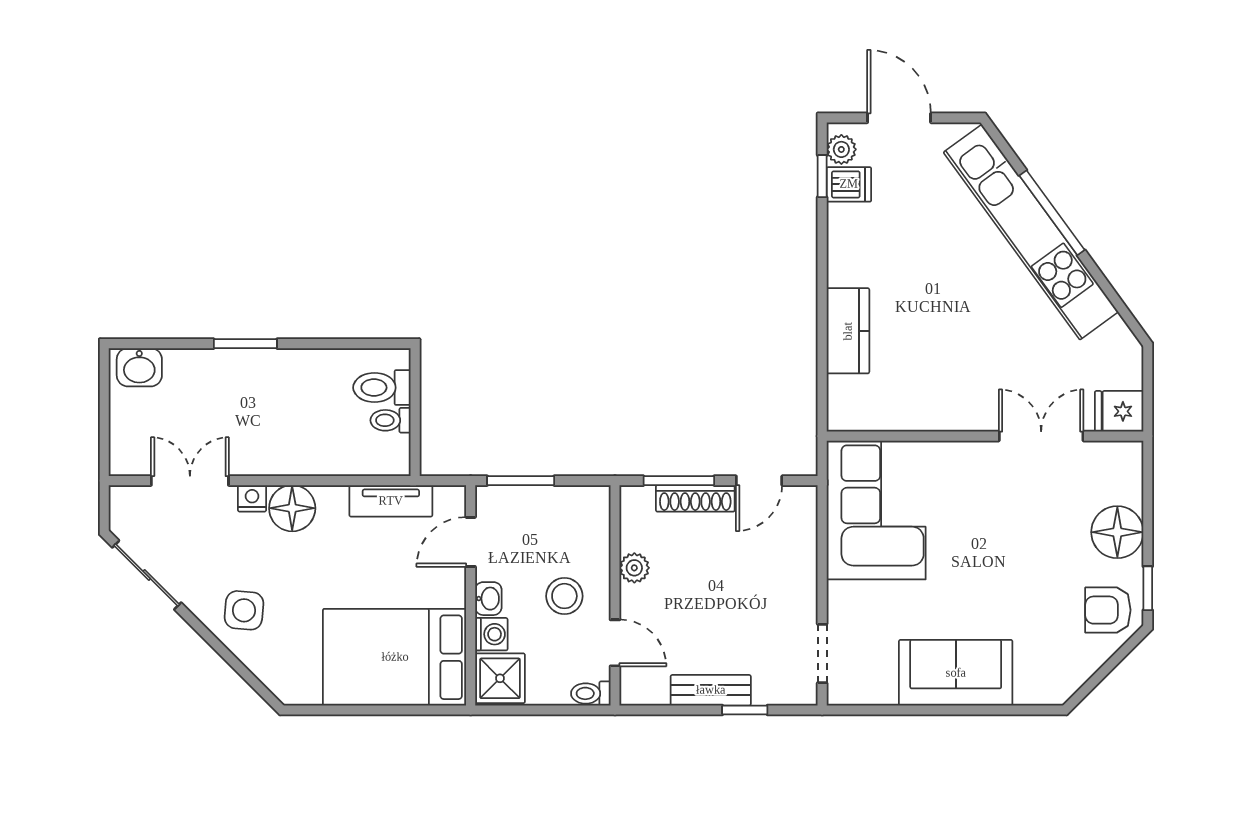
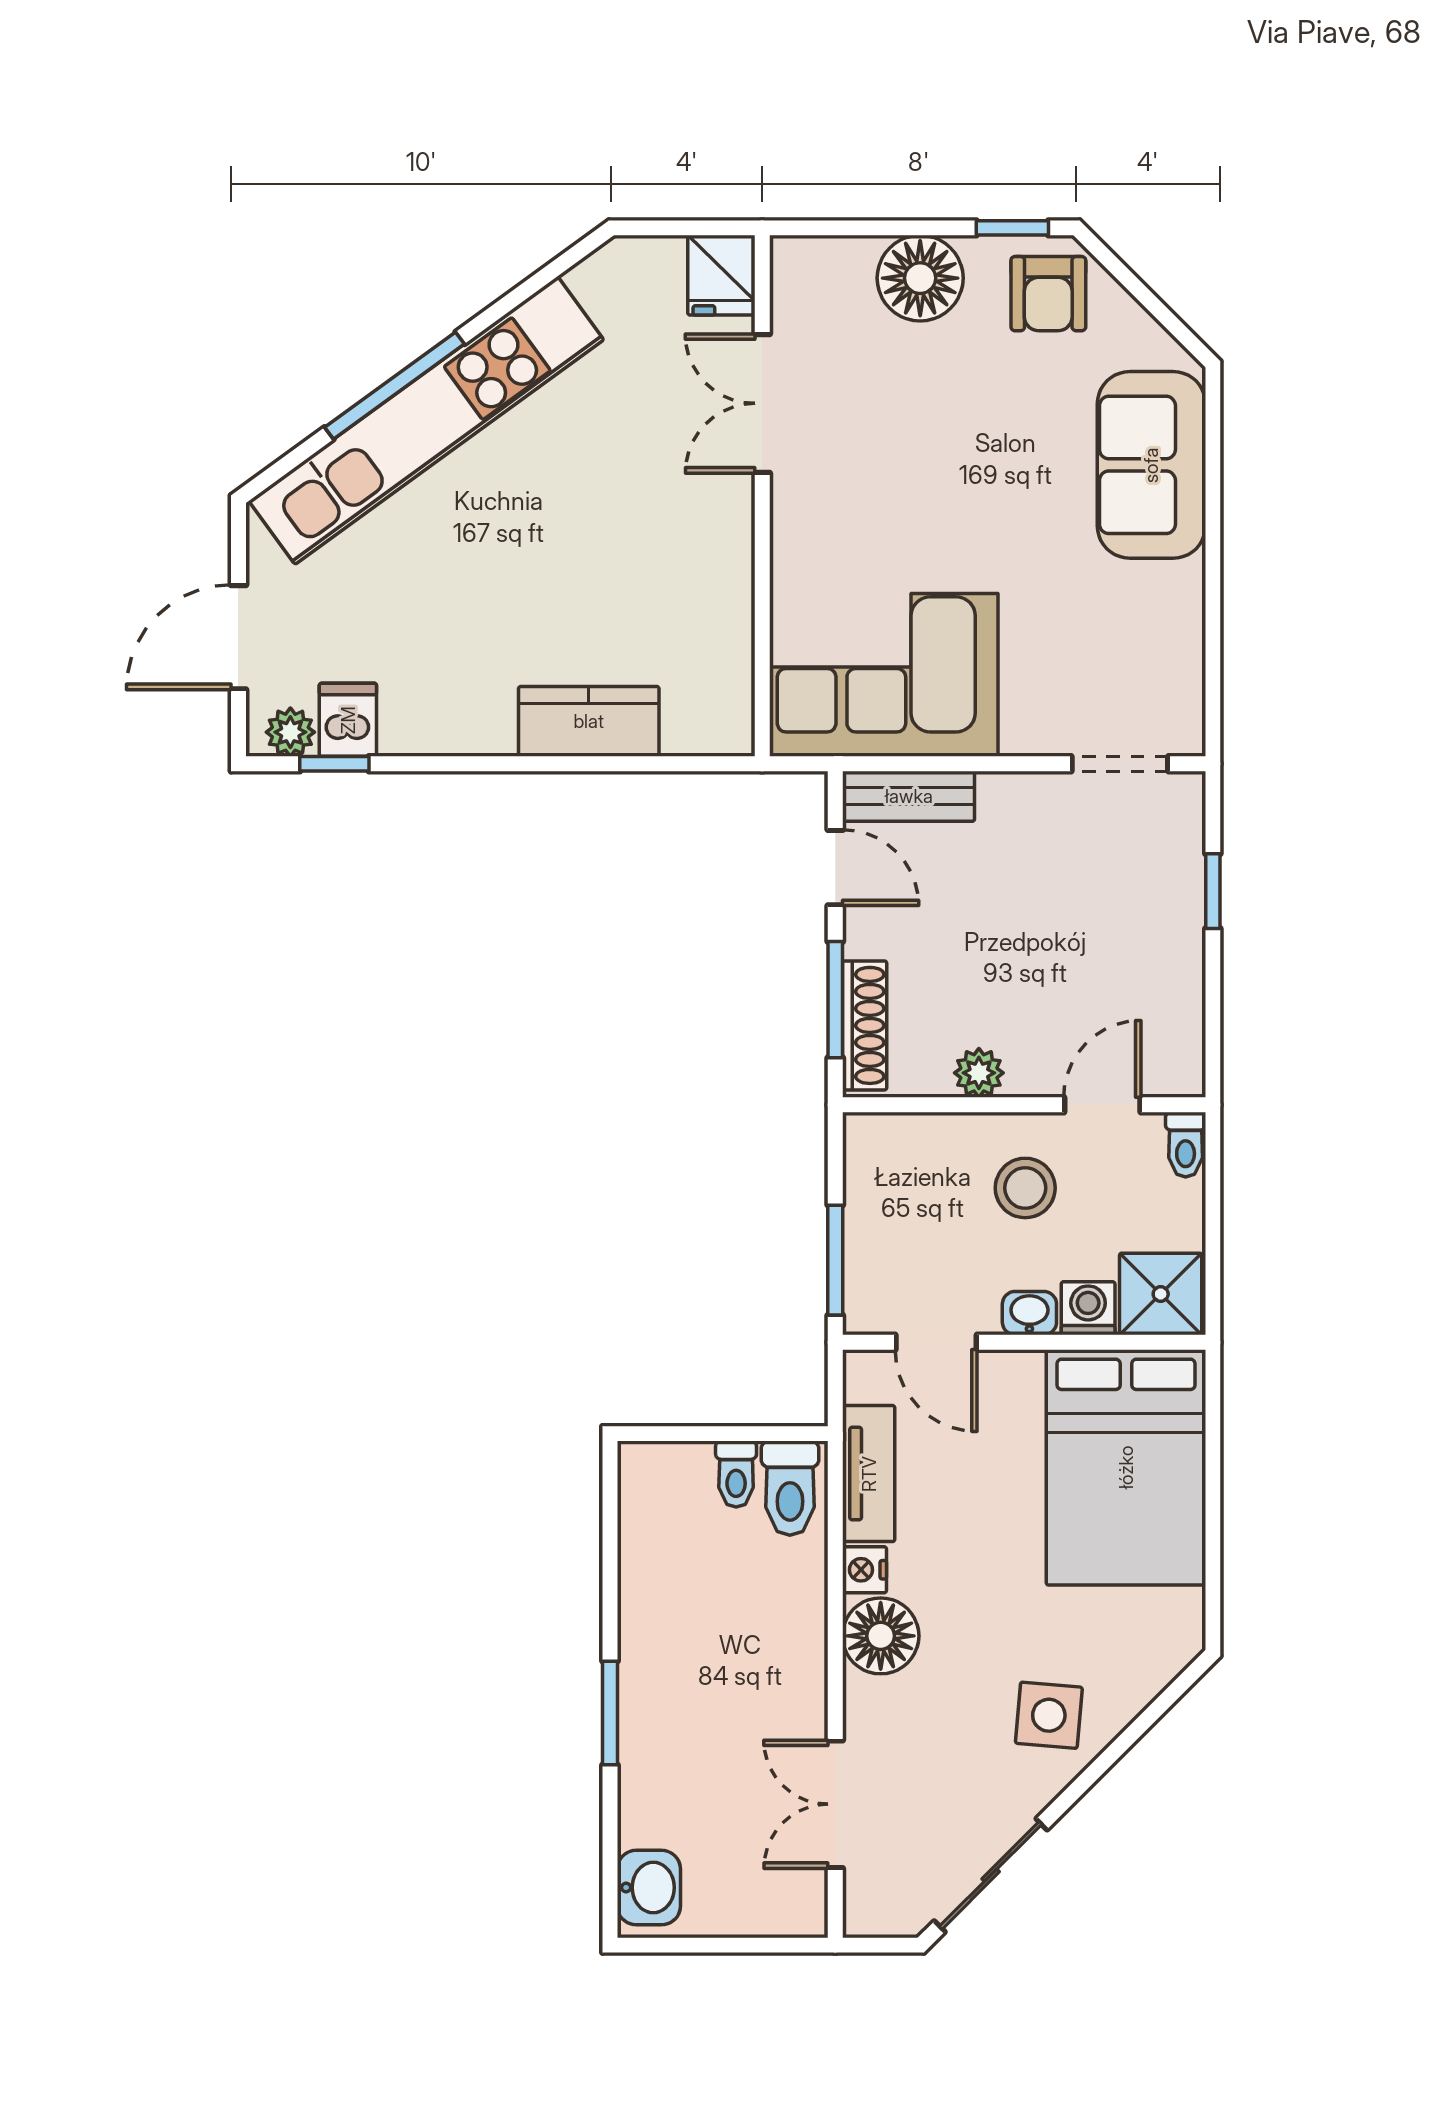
toilet: (382, 388) -> (790, 1488), moved
nightstand: (252, 498) -> (864, 1570), moved
shoe rack: (695, 498) -> (865, 1025), moved
sofa: (956, 673) -> (1151, 465), moved
bench: (711, 690) -> (909, 796), moved, turned 90

